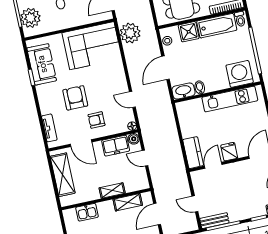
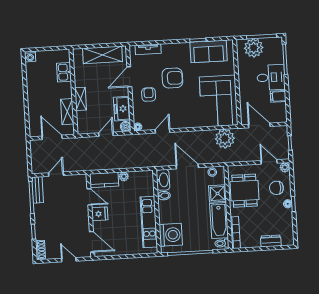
plant: (186, 132) -> (124, 176), added

